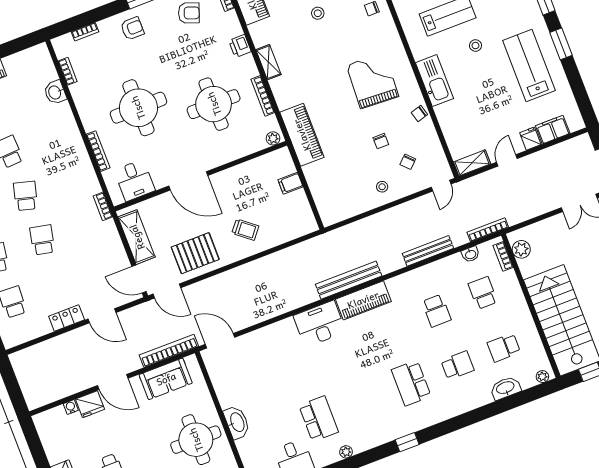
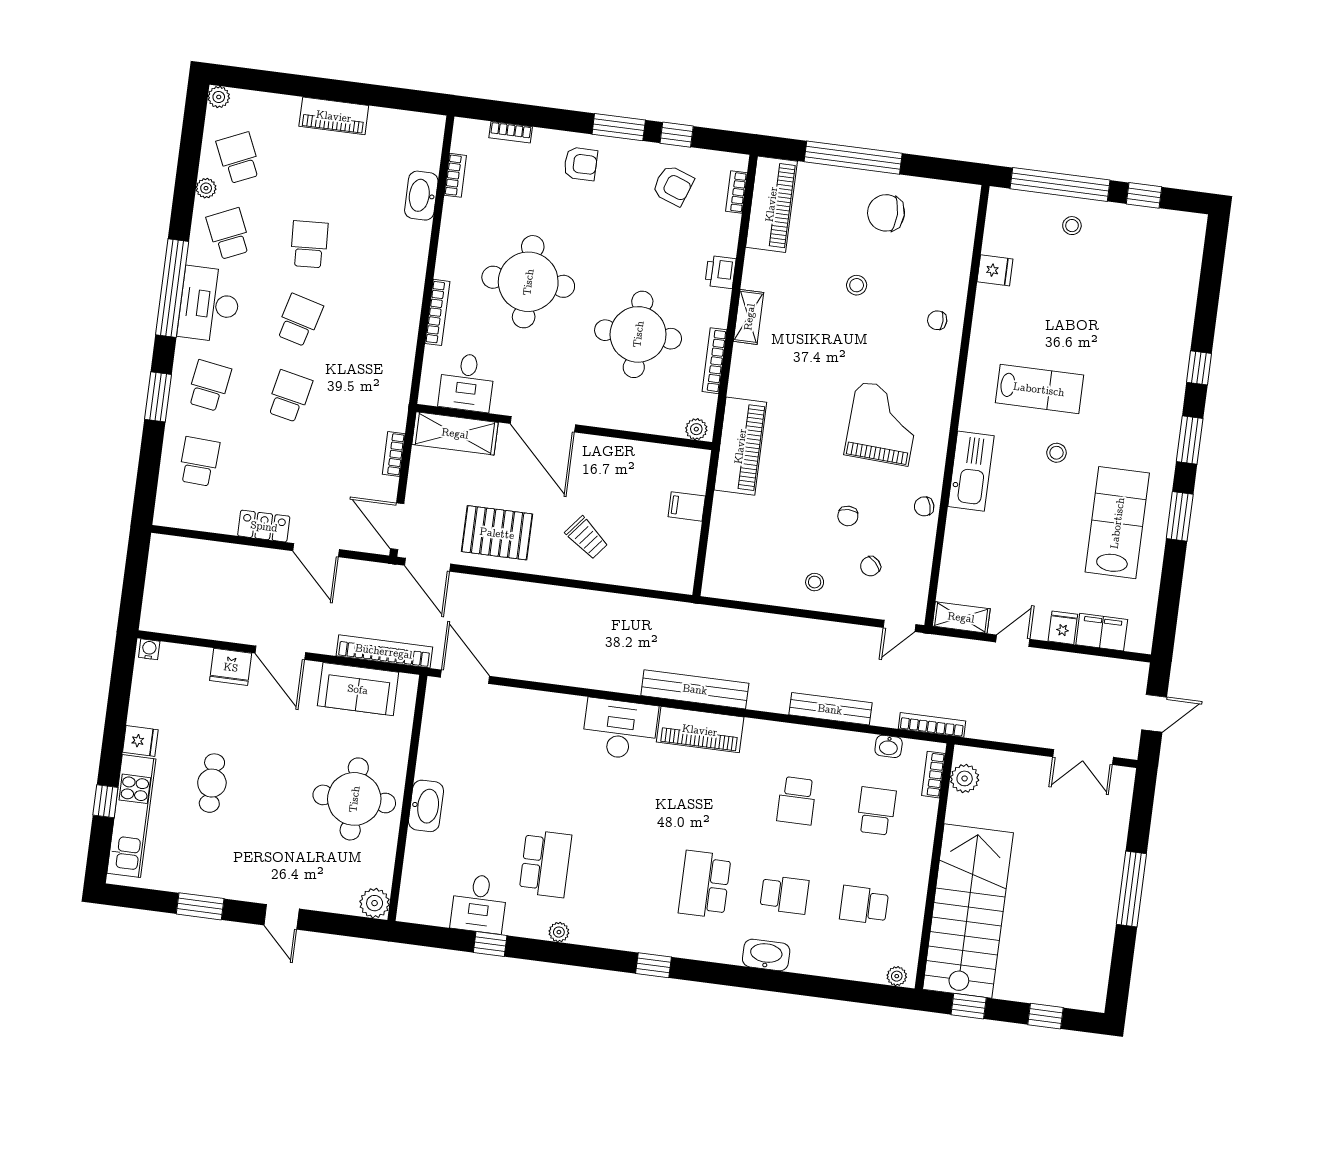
washbasin: (55, 92) -> (421, 196), width x1.38
bookcase: (103, 206) -> (394, 454), moved
shelving: (137, 237) -> (455, 433), moved, turned 90
washbasin: (505, 388) -> (766, 955), moved
water cooler: (71, 407) -> (149, 649), moved

